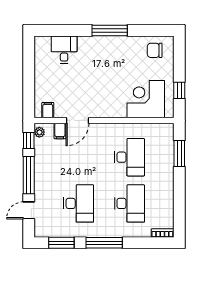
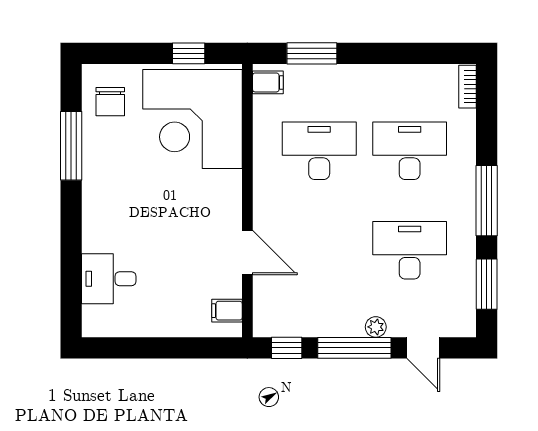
window: (110, 30) -> (71, 146), moved
corner desk: (146, 99) -> (192, 119), width x1.36, depth x1.36
filing cabinet: (60, 131) -> (268, 82), moved
plant: (39, 132) -> (376, 327), moved

